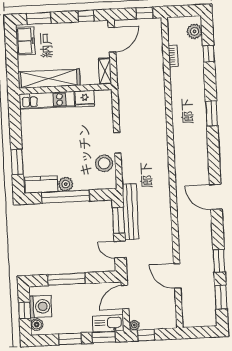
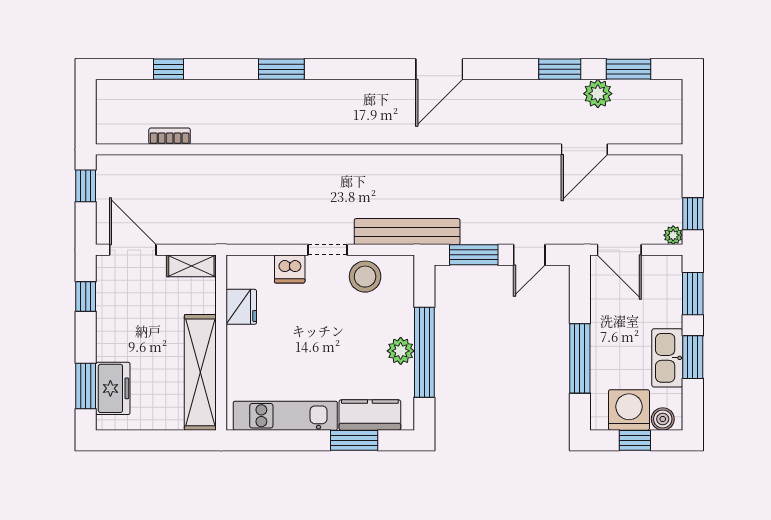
plant: (194, 31) -> (598, 94), moved
freezer: (25, 41) -> (113, 388), moved, turned 90
kitchen unit: (47, 100) -> (285, 416), moved, turned -90
dishwasher: (106, 123) -> (290, 269), added
kitchen counter: (41, 184) -> (370, 415), moved, turned 90
bench: (130, 212) -> (407, 232), moved
kitchen sink: (108, 323) -> (667, 358), moved

